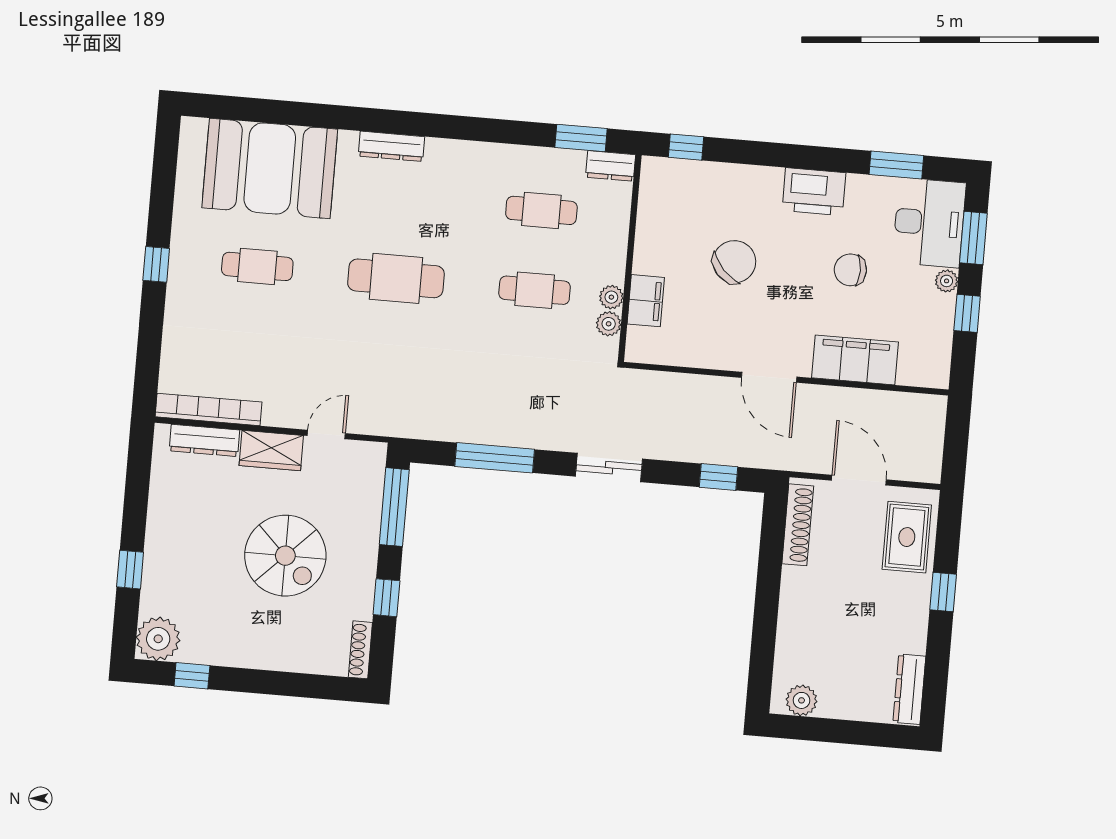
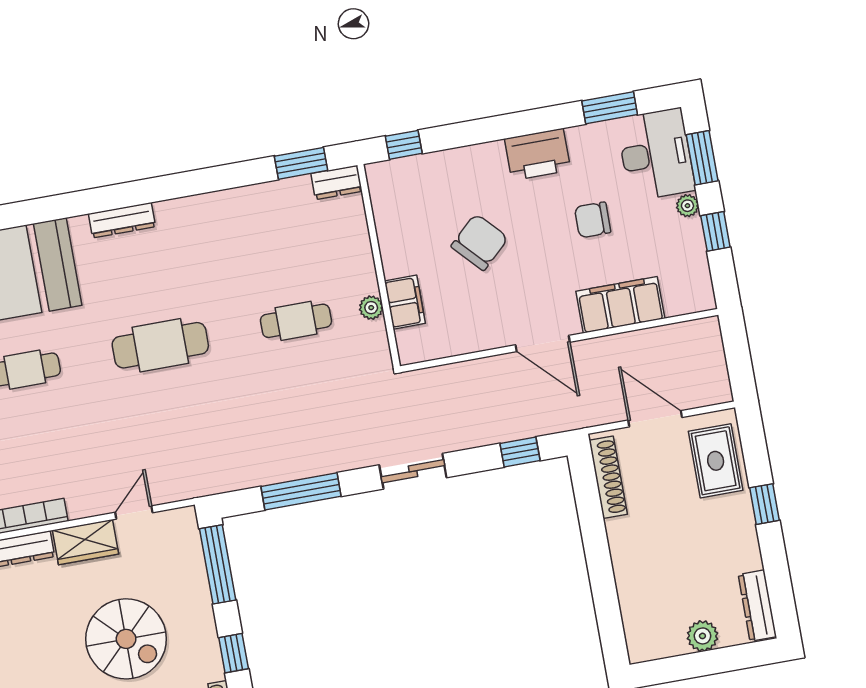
cafe table: (541, 210) -> (282, 243), removed
plant: (609, 324) -> (375, 334), removed
plant: (802, 700) -> (702, 636), moved

